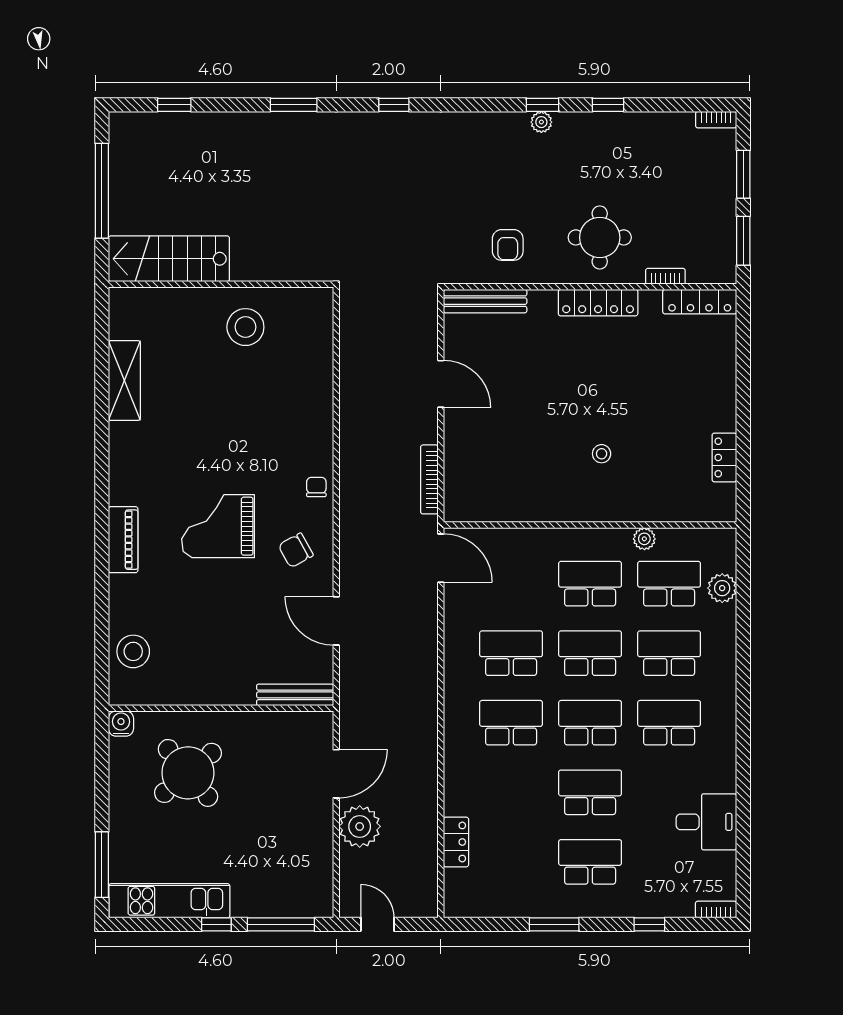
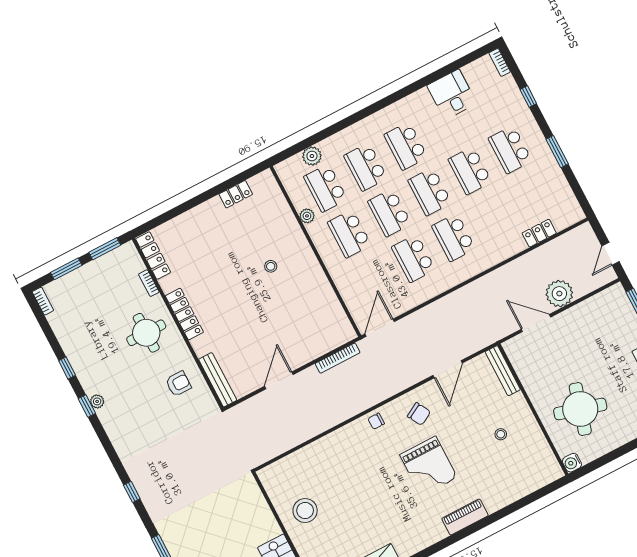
stool: (133, 651) -> (501, 434), moved, width x0.53, depth x0.53
round table: (188, 773) -> (580, 409), turned -34

